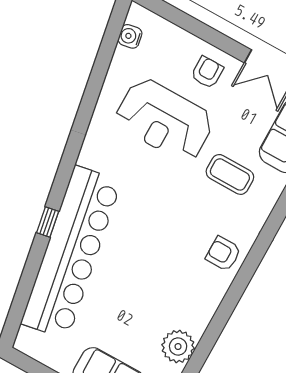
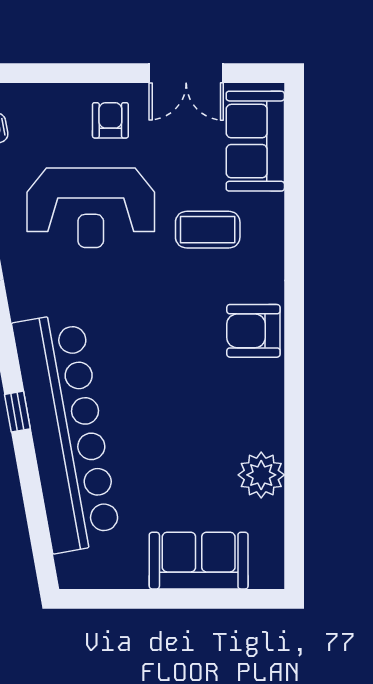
armchair: (223, 254) -> (253, 331), width x1.38, depth x1.38

